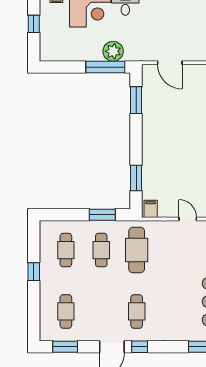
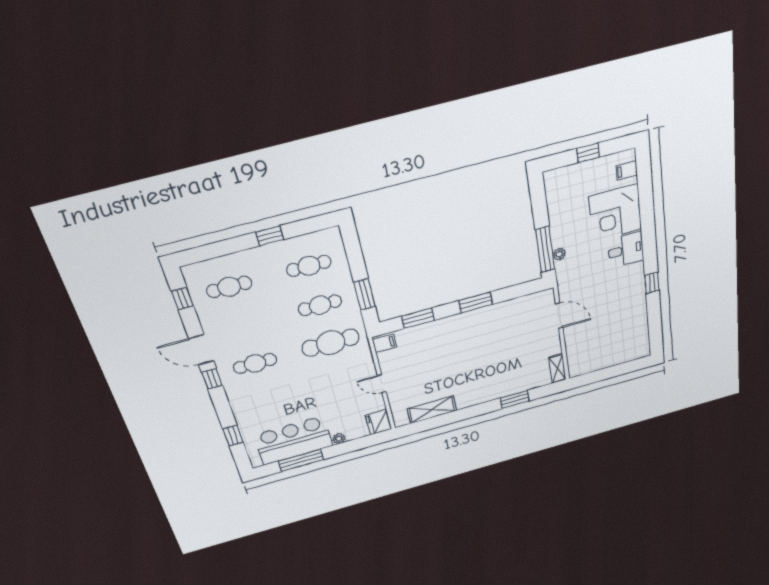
plant: (113, 51) -> (559, 254), width x0.53, depth x0.53
door: (170, 63) -> (559, 316), swing flipped
window: (136, 100) -> (476, 302), moved
door: (188, 219) -> (382, 384), swing flipped
window: (65, 347) -> (182, 299), width x0.67

